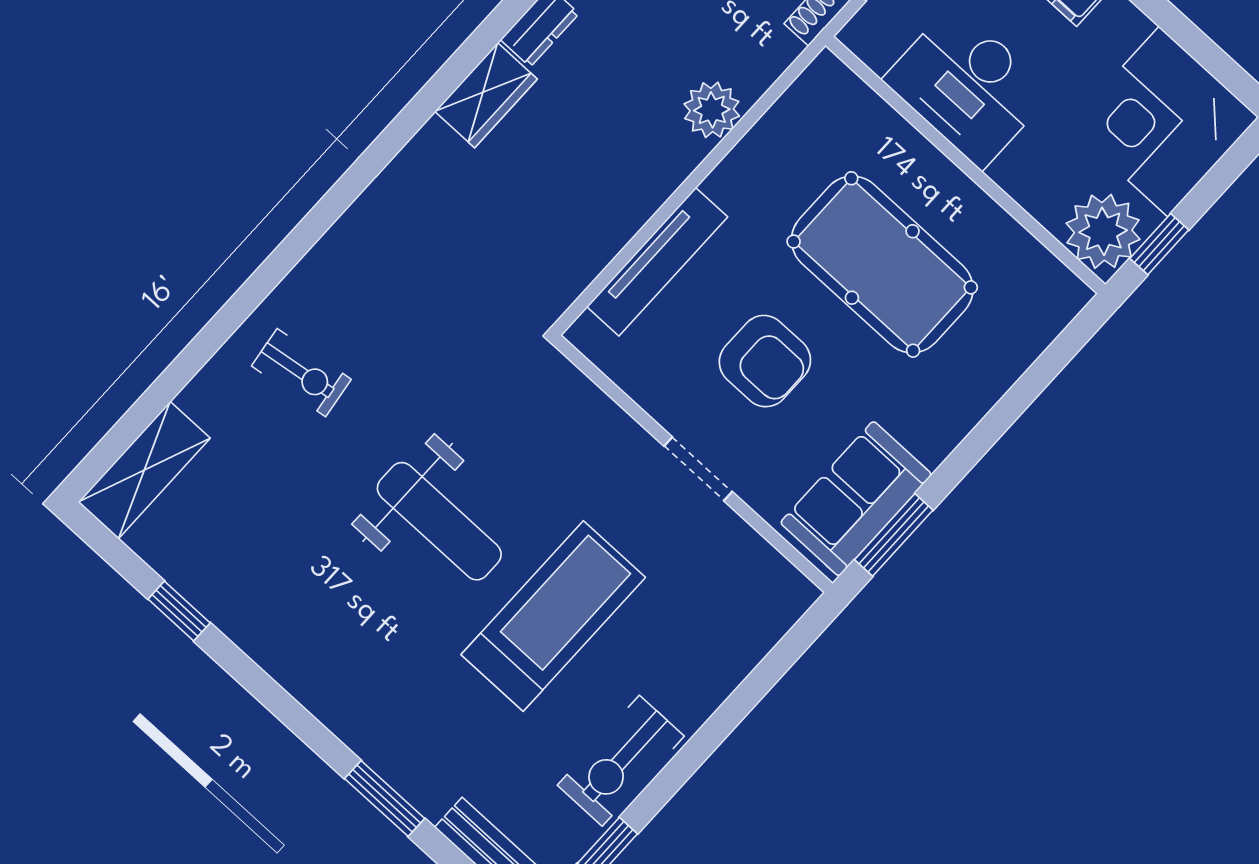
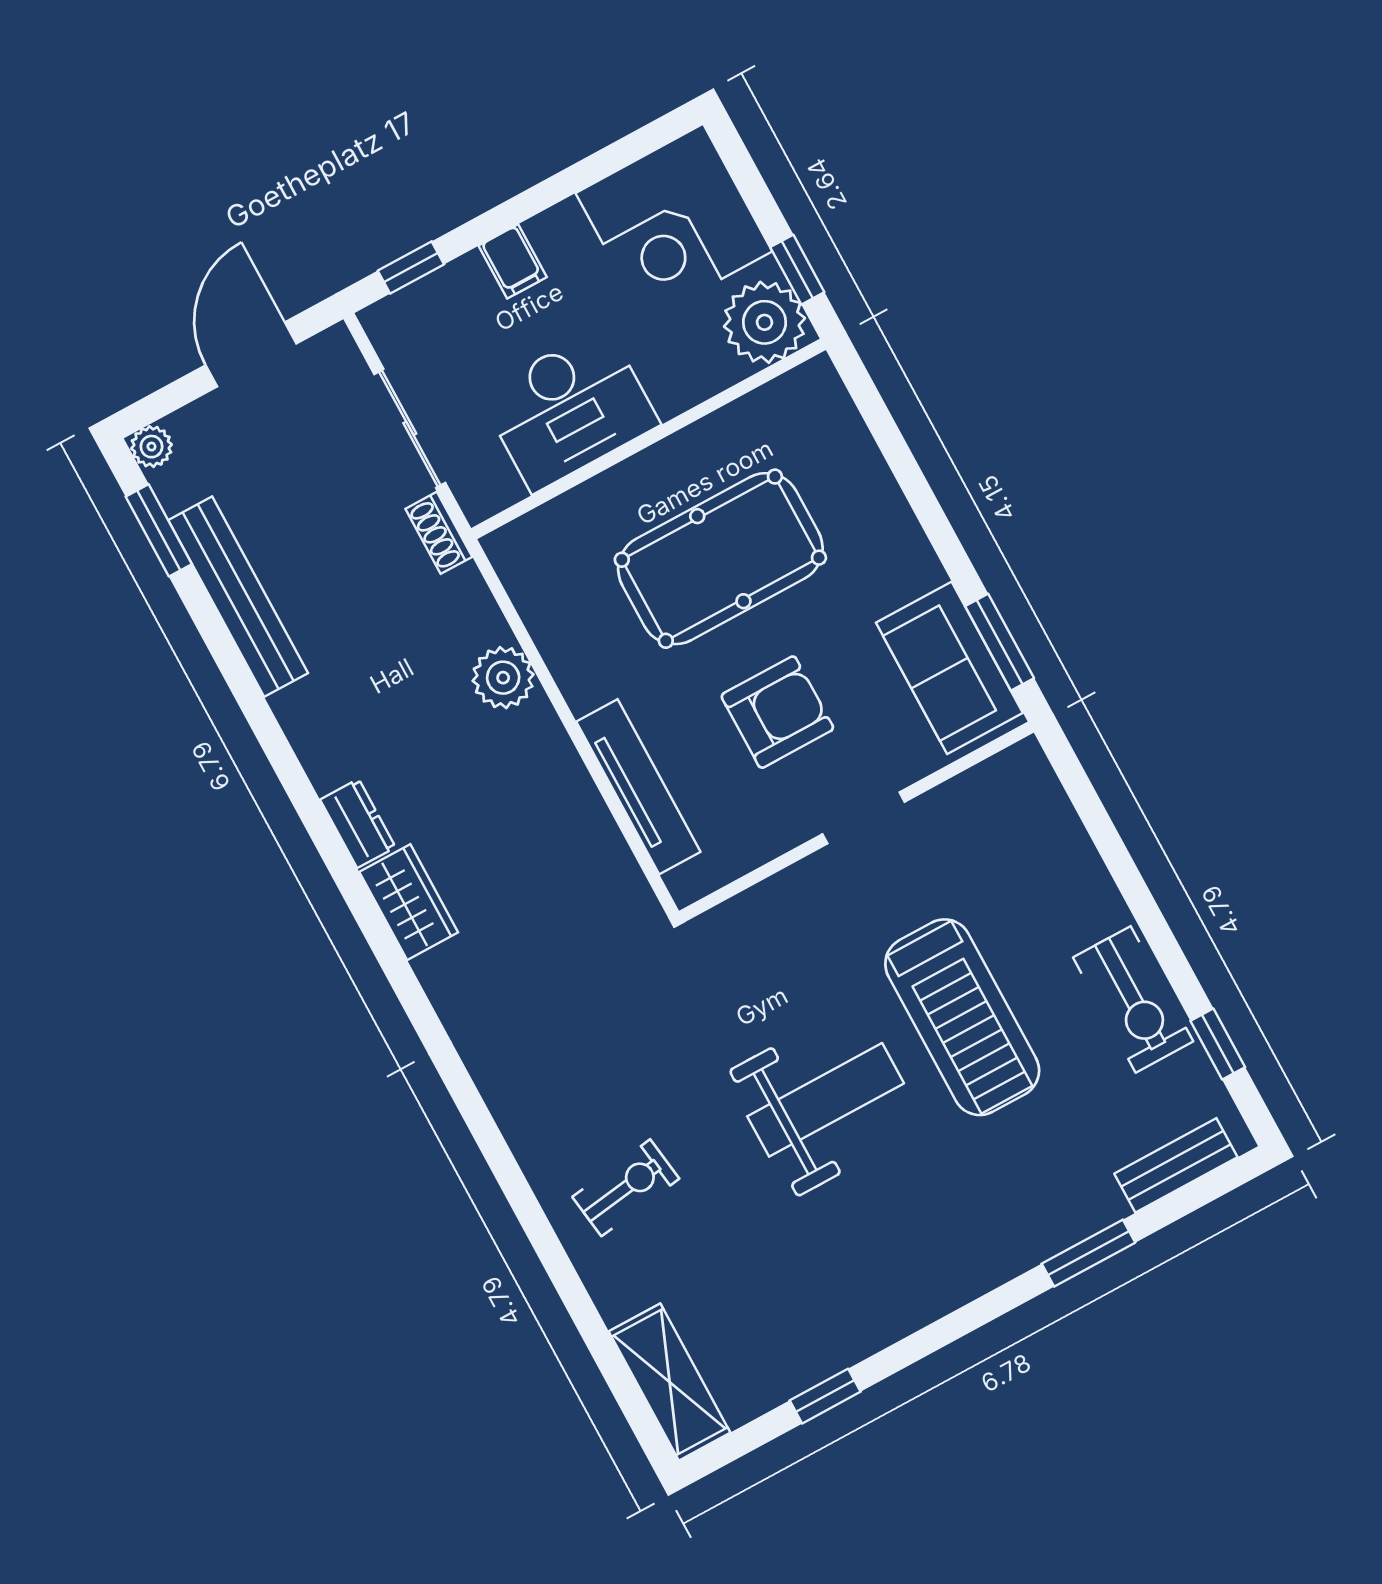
treadmill: (553, 616) -> (962, 1017), turned 180

